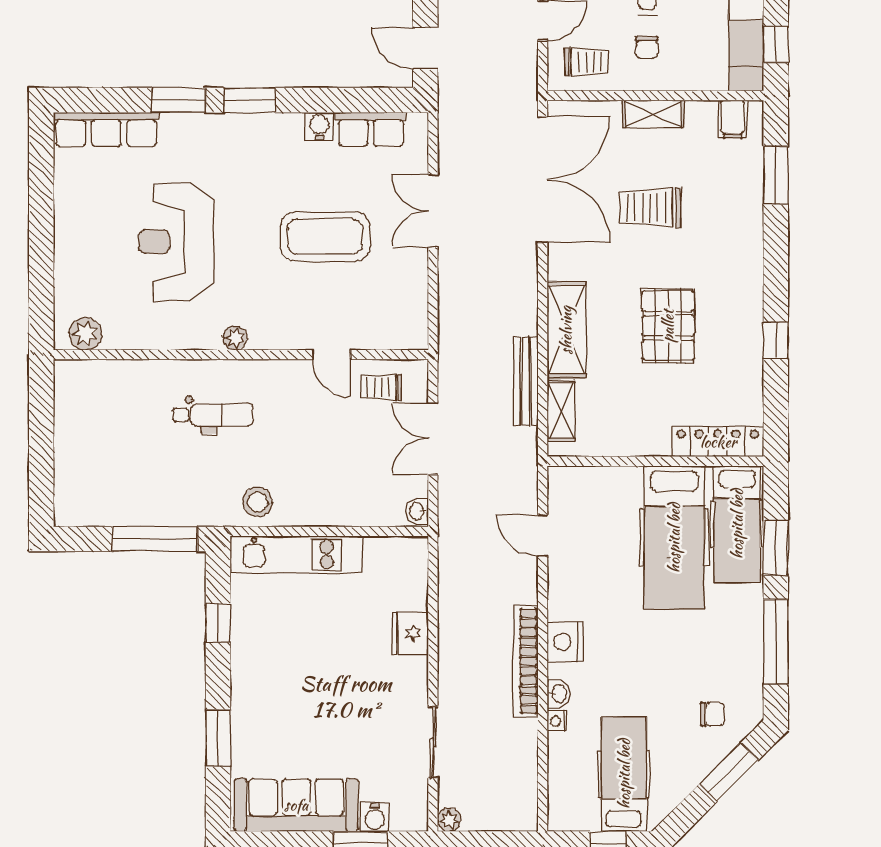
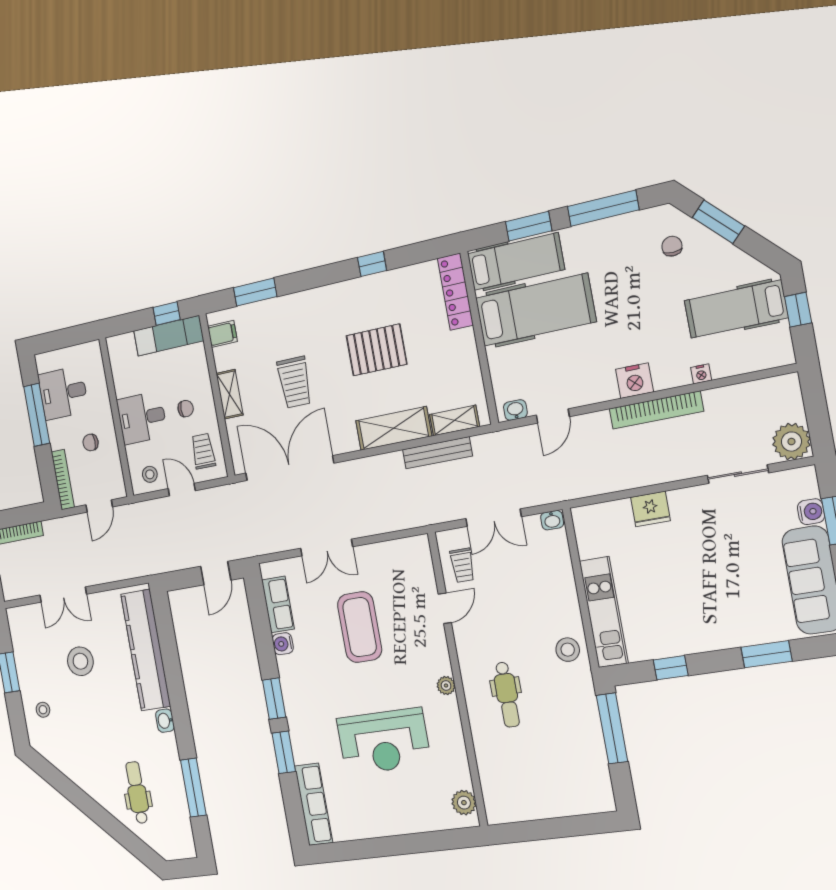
dental chair: (213, 415) -> (507, 695), turned 180
washbasin: (559, 694) -> (515, 410), moved
plant: (449, 820) -> (791, 442), width x1.87, depth x1.87

